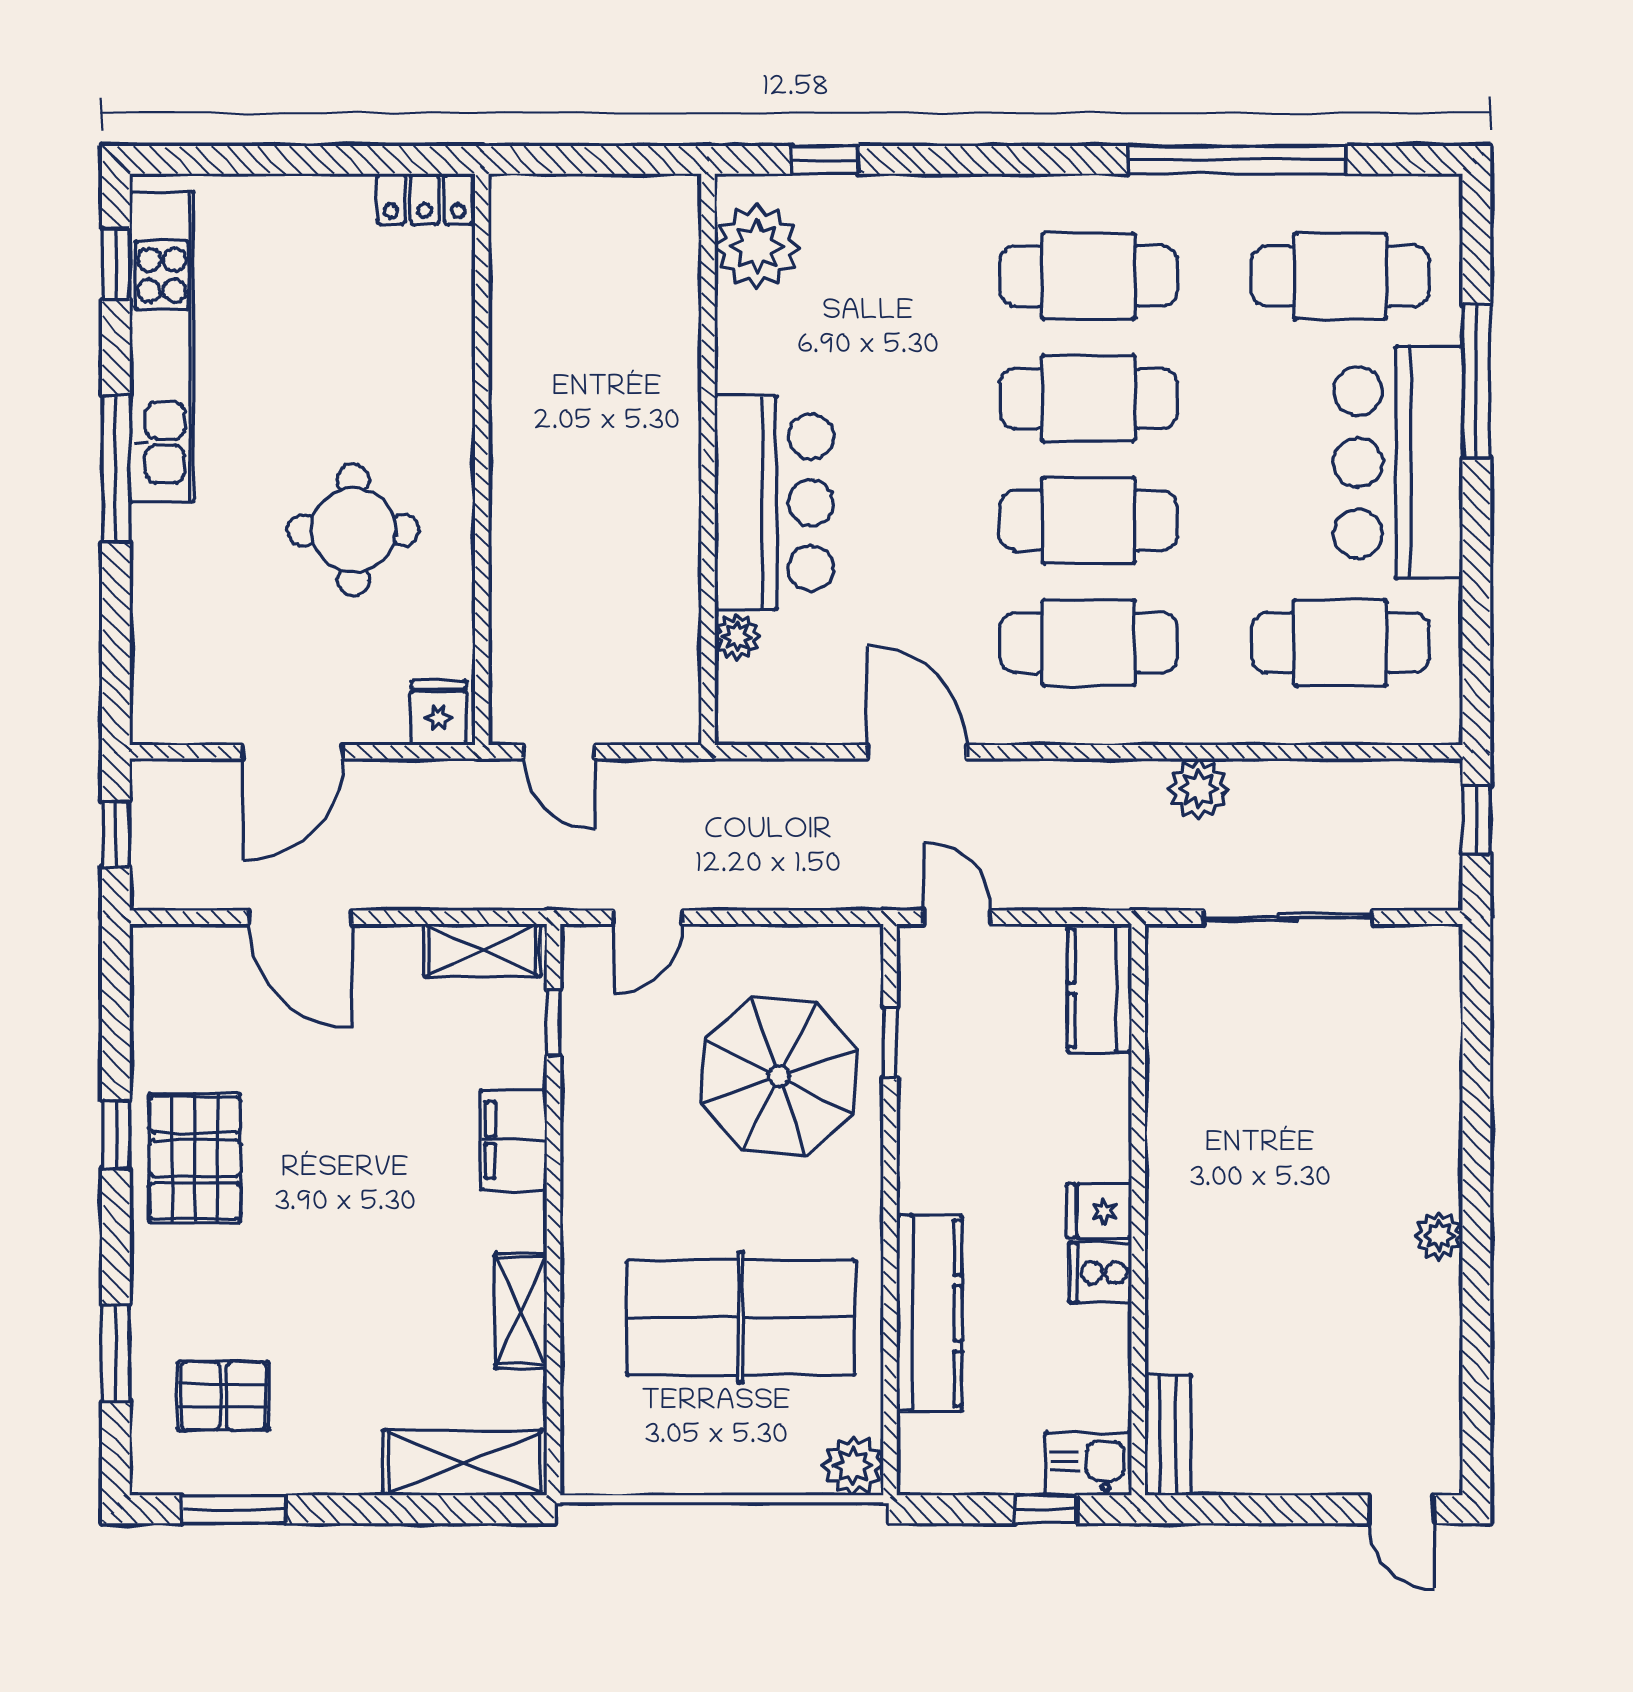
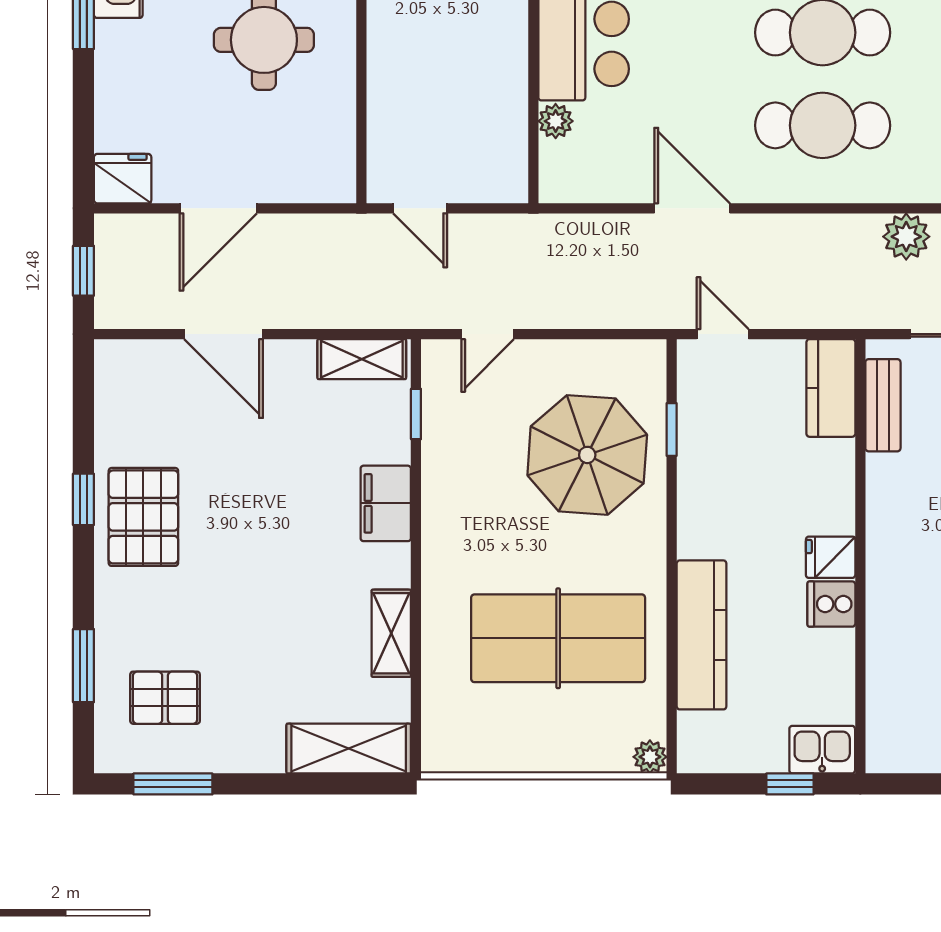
fridge: (439, 713) -> (123, 179), moved, width x1.38
bench: (1168, 1435) -> (883, 405), moved
plant: (853, 1465) -> (650, 757), width x0.73, depth x0.73

